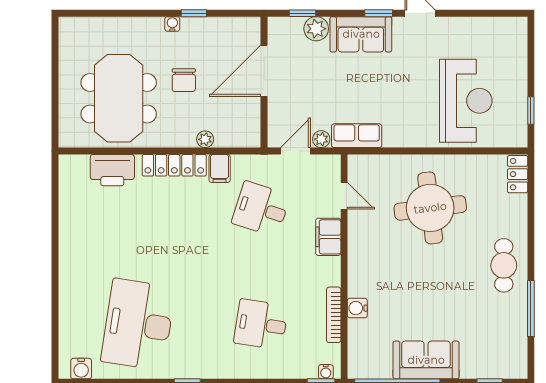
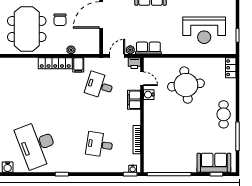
reception desk: (466, 101) -> (204, 30), turned 90
printer: (112, 170) -> (134, 63), moved, width x0.53, depth x0.68
water cooler: (357, 308) -> (149, 95), moved
desk: (138, 324) -> (37, 145), turned -30
sofa: (426, 360) -> (214, 163), moved

